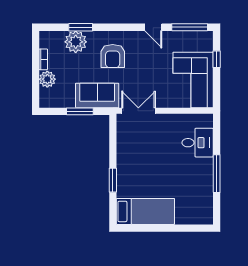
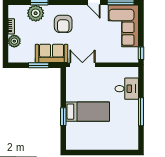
window: (217, 59) -> (141, 53), moved
corner sofa: (193, 80) -> (123, 26), moved
bed: (145, 211) -> (88, 112), moved

